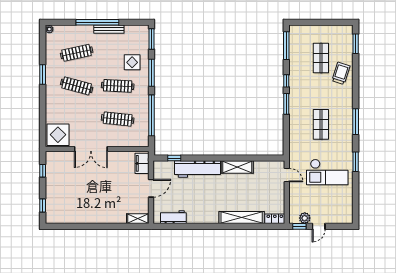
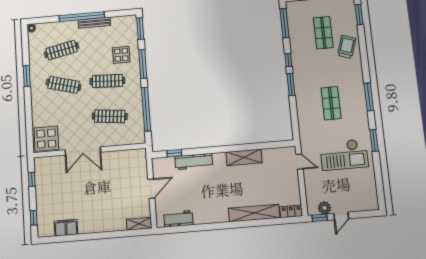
filing cabinet: (142, 163) -> (66, 228), moved, turned 90
workbench: (198, 169) -> (194, 162), width x0.73, depth x0.76

